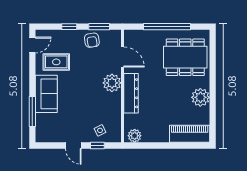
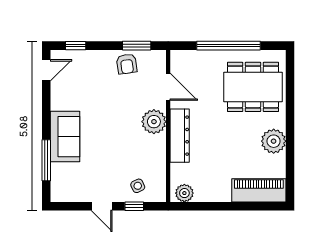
window: (69, 27) -> (76, 46), moved
rug: (56, 62) -> (79, 93), removed

